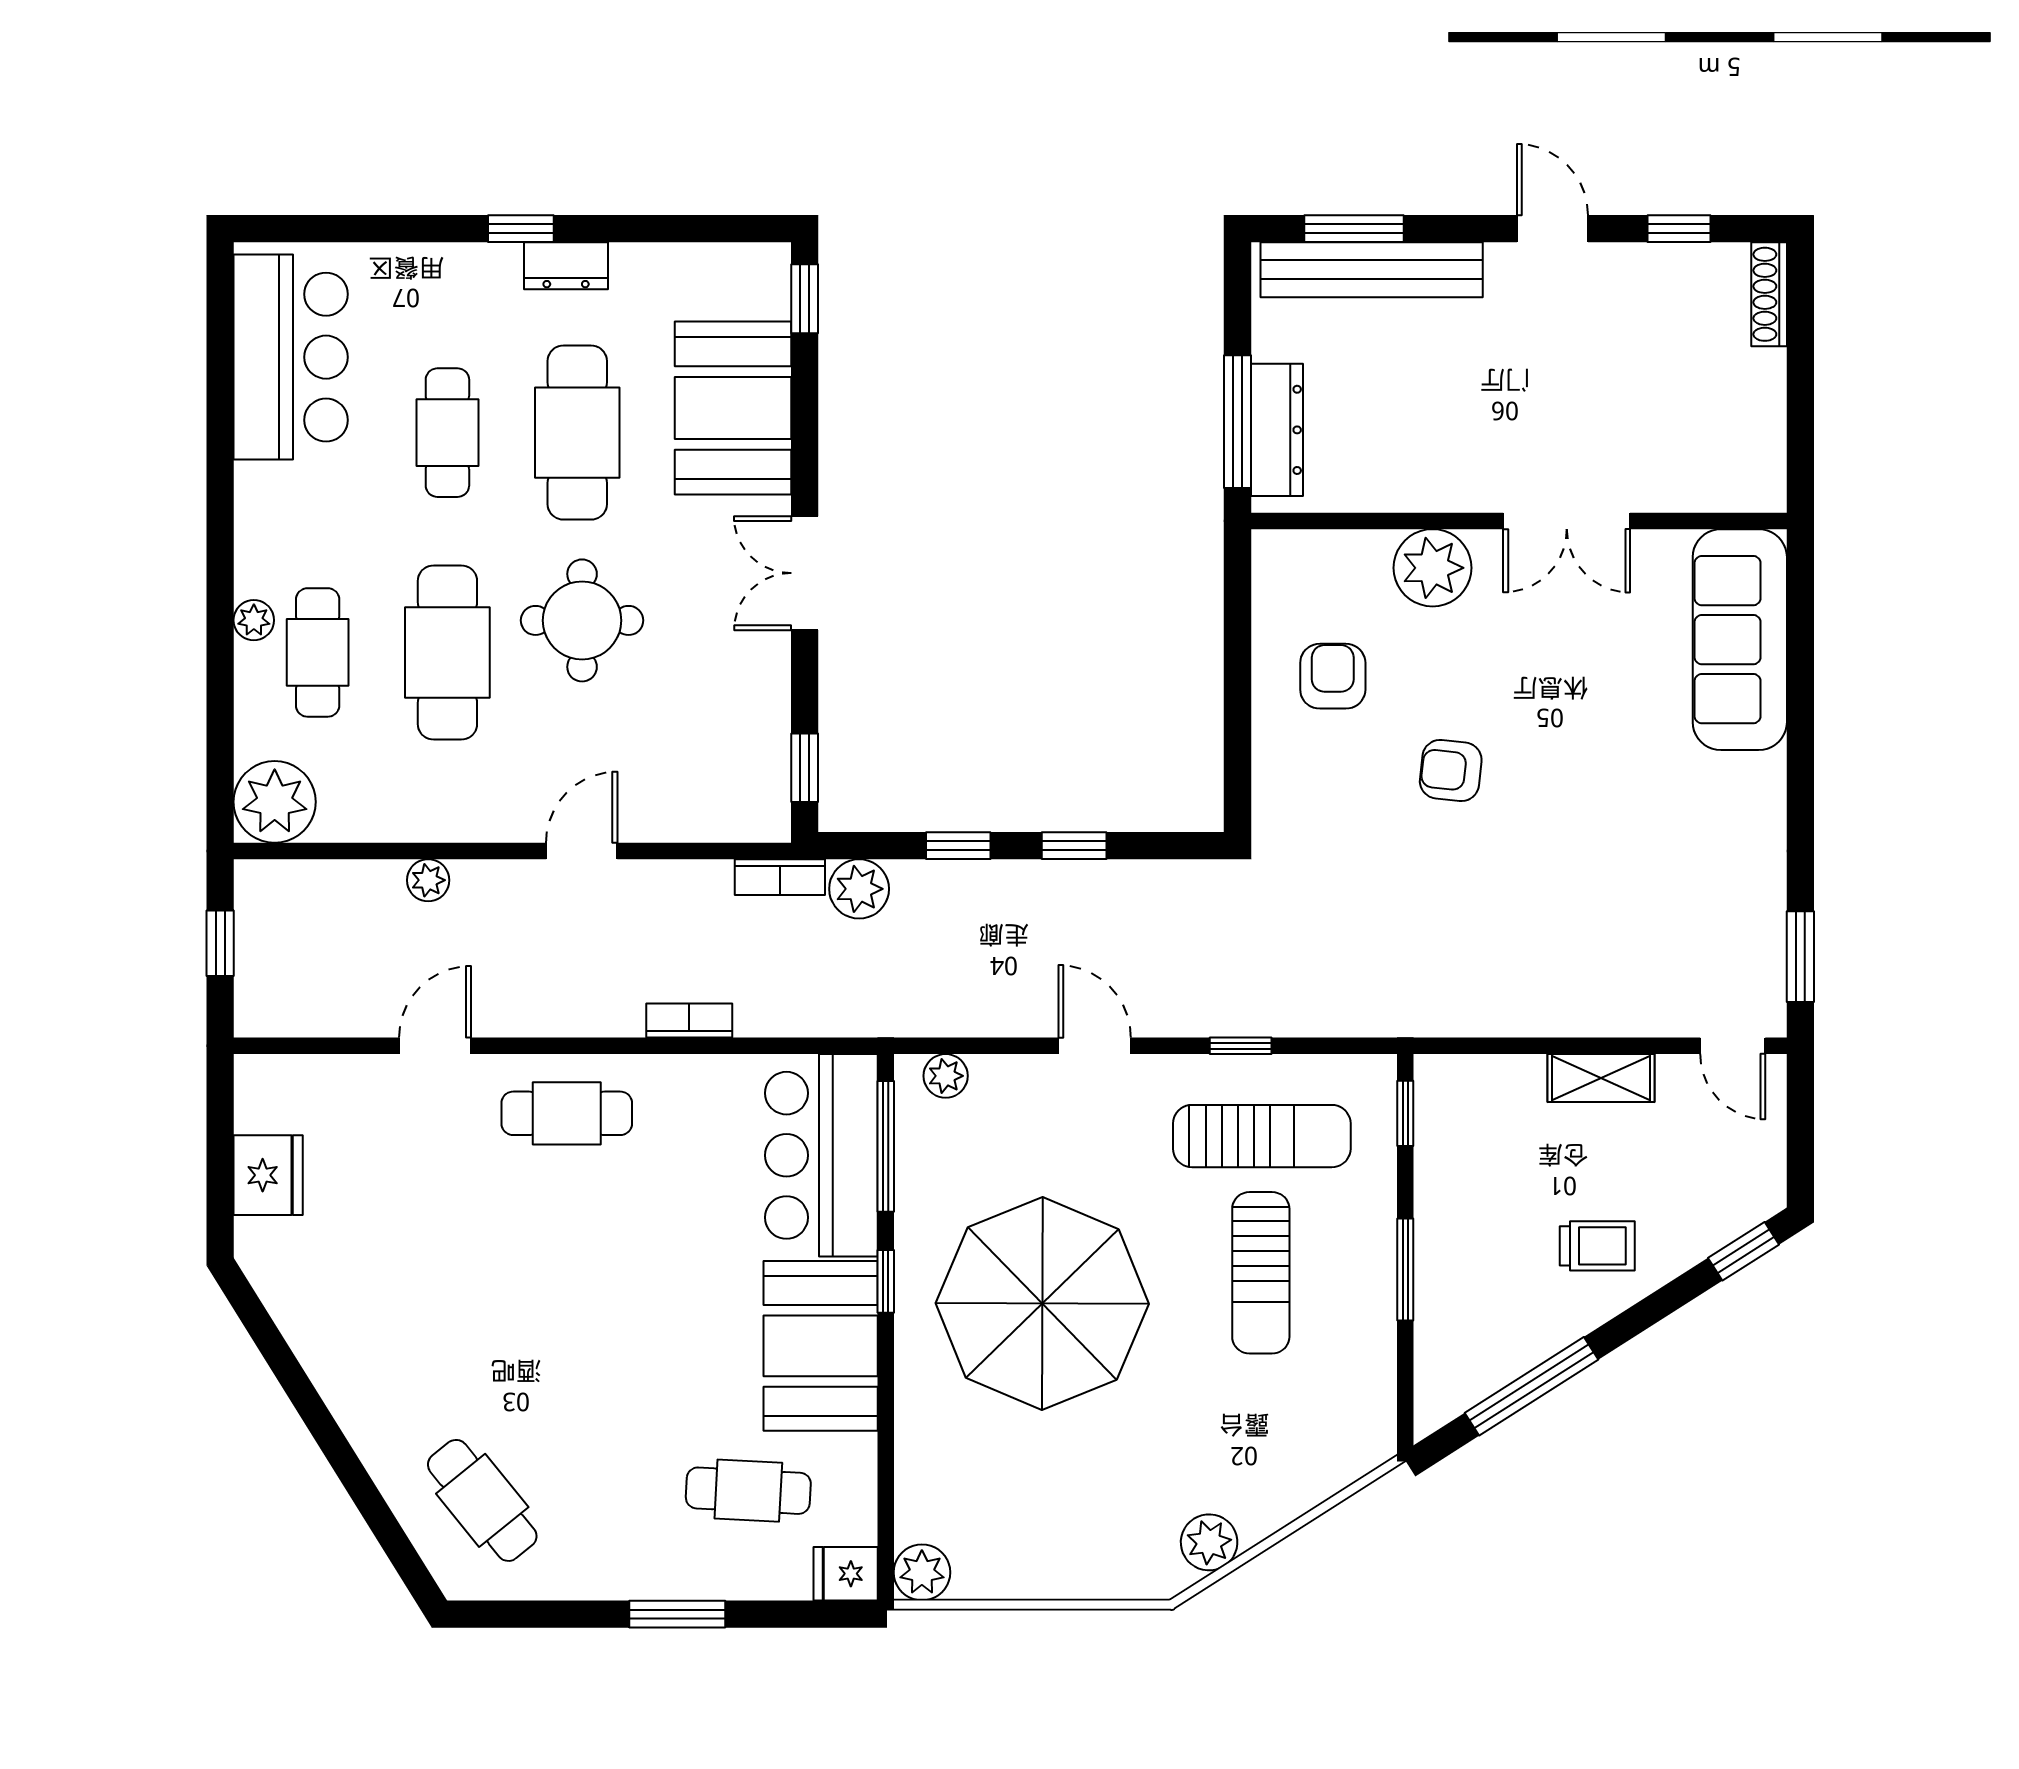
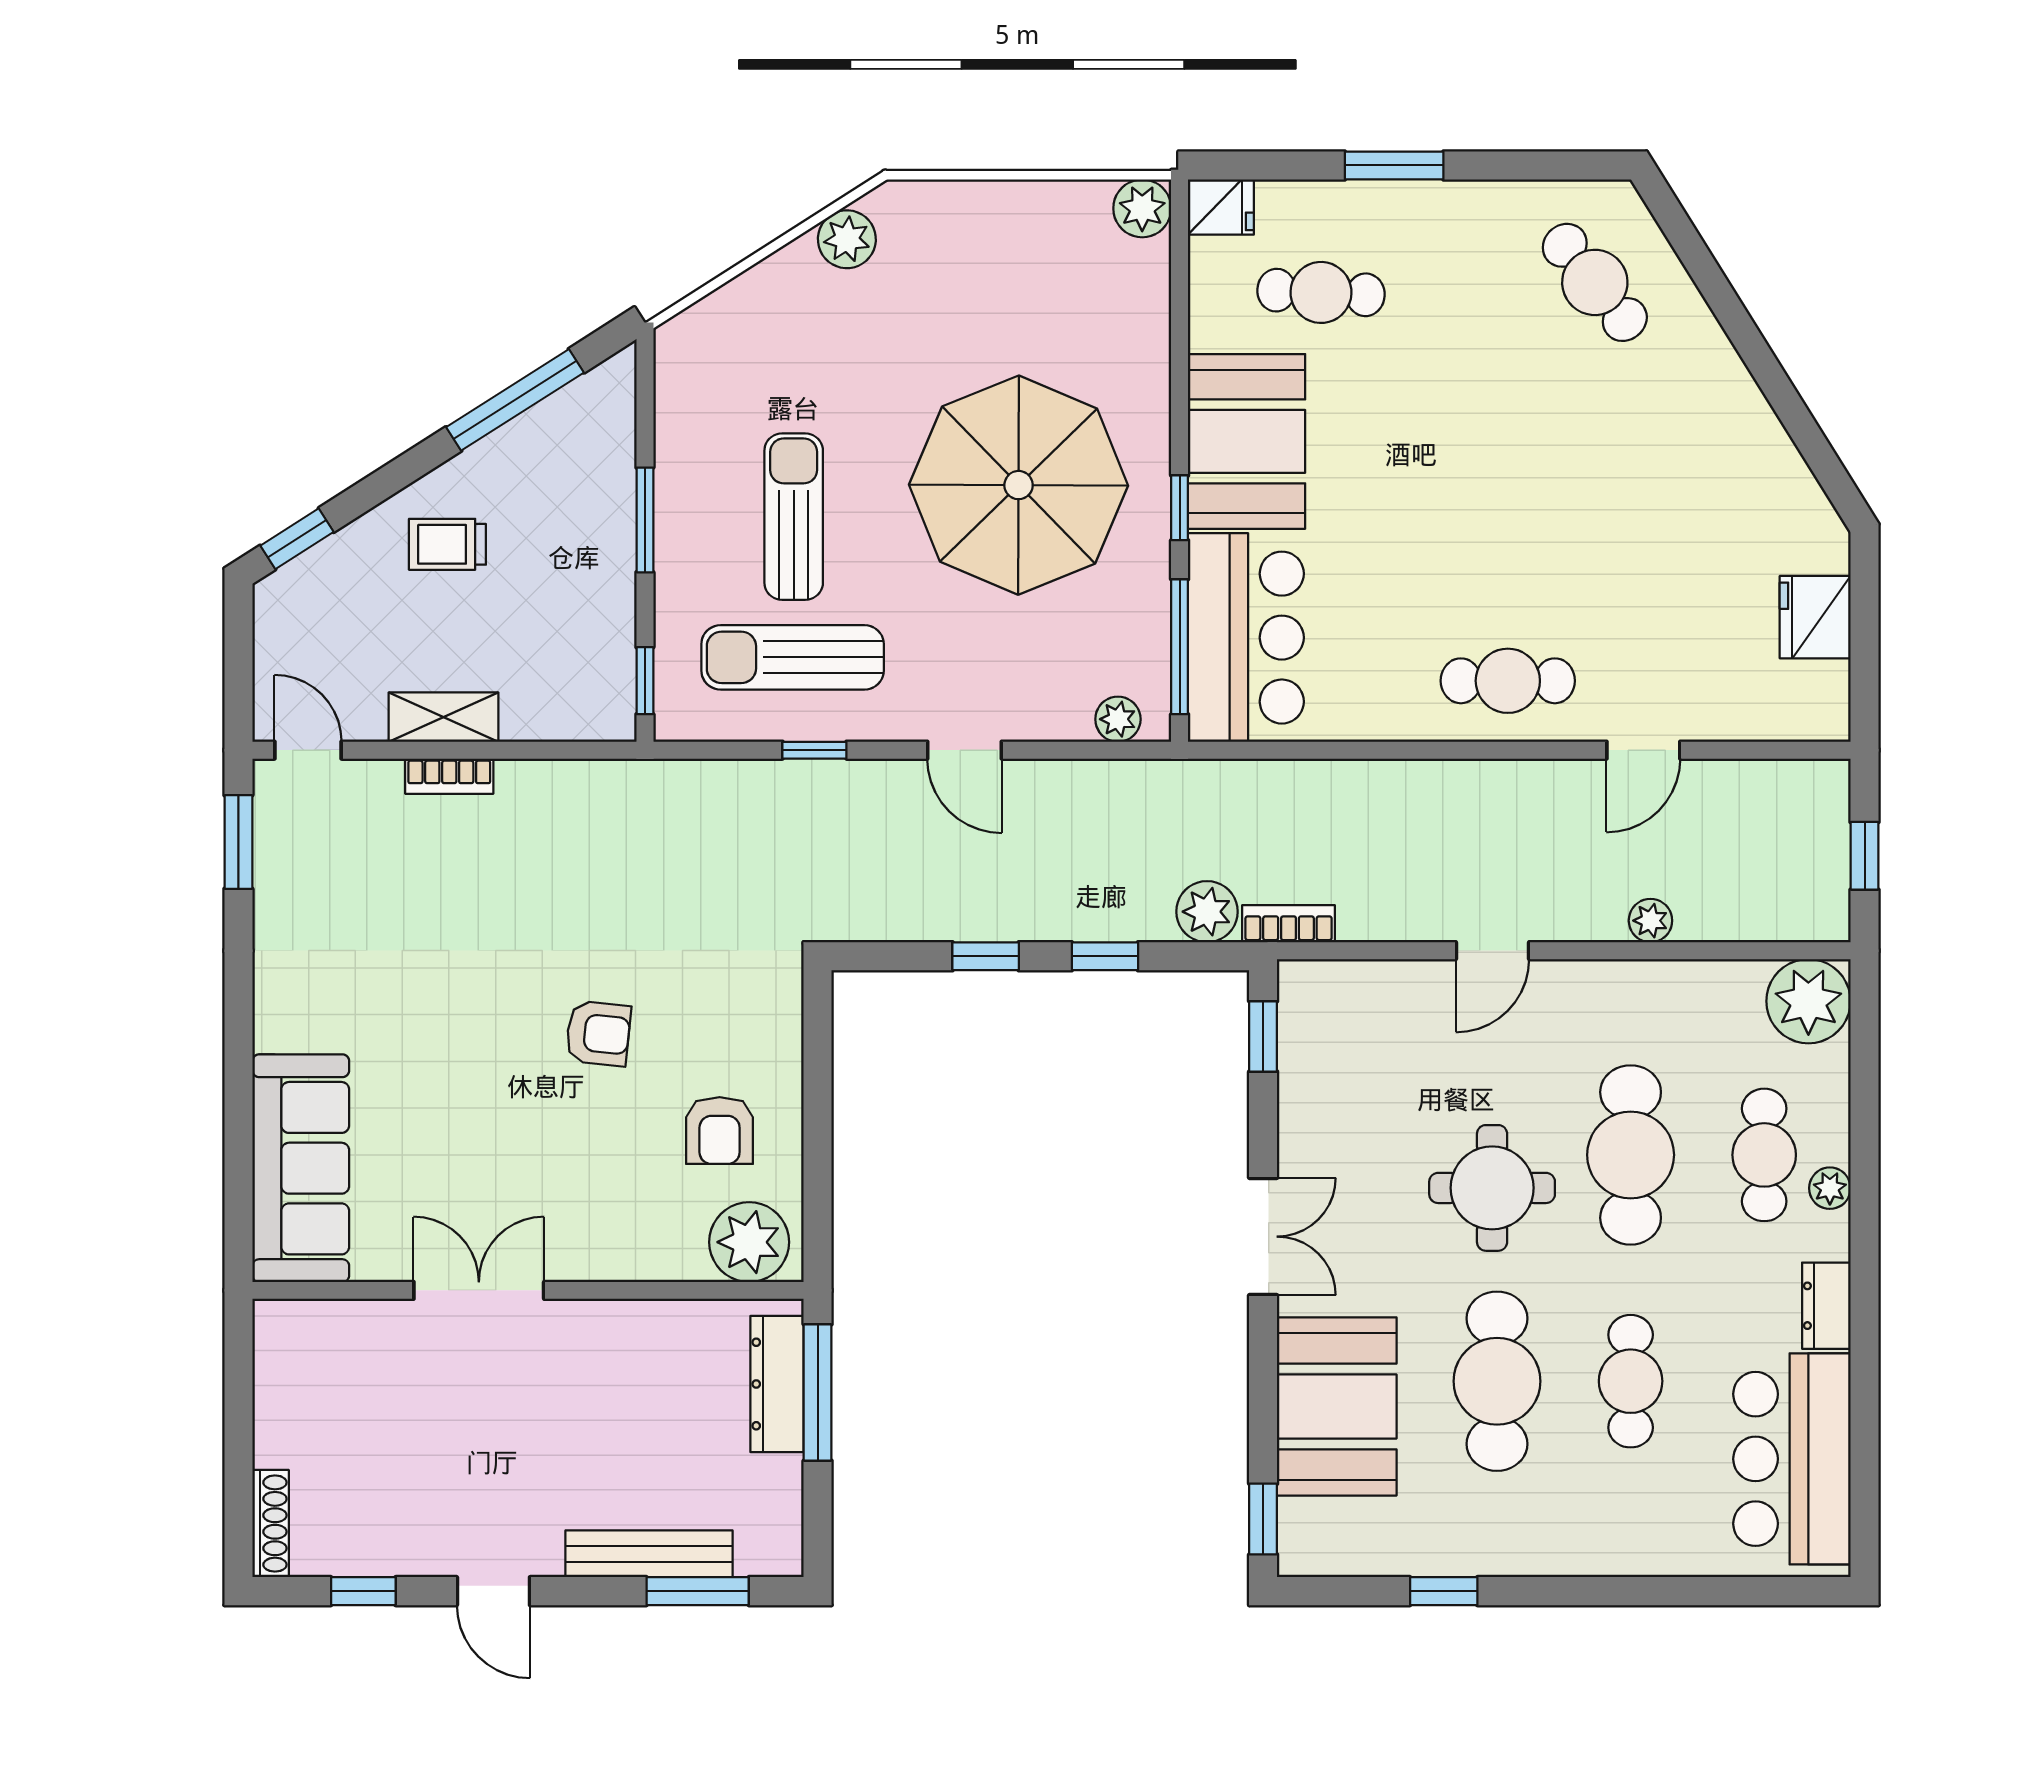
window: (521, 229) -> (1444, 1591), moved
dresser: (566, 266) -> (1826, 1306), moved, turned -90
bench: (1372, 270) -> (649, 1554), width x0.73, depth x0.82
plant: (1433, 568) -> (749, 1242), moved
bookcase: (689, 1021) -> (449, 776), moved

